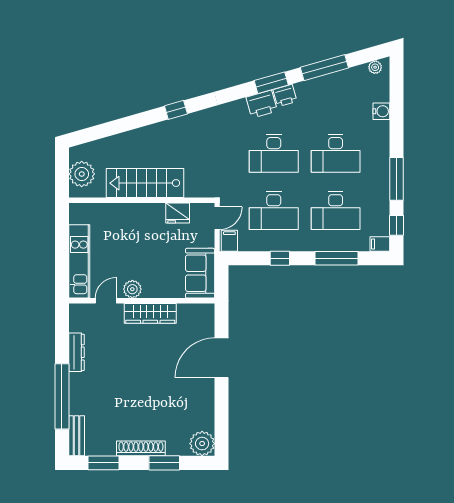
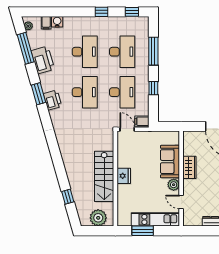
window: (324, 68) -> (26, 48), moved
printer: (285, 96) -> (43, 60), moved, width x1.87, depth x1.48
window: (176, 110) -> (68, 197), moved
window: (397, 179) -> (101, 12), width x0.46
fridge: (178, 213) -> (124, 176), moved
window: (62, 242) -> (143, 231), added
filing cabinet: (380, 244) -> (46, 23), moved
sofa: (200, 273) -> (170, 162), moved, turned 90
wardrobe: (150, 313) -> (189, 167), width x0.67

